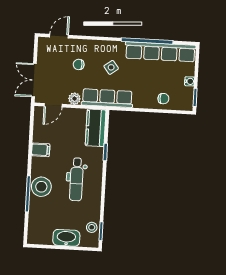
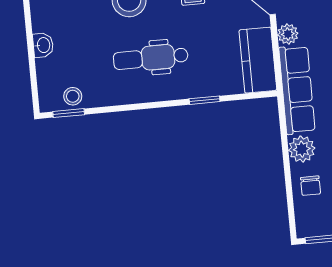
plant: (142, 100) -> (302, 149), added
kitchen counter: (96, 128) -> (258, 60), moved, turned -90
washbasin: (66, 238) -> (43, 45), width x0.52, depth x0.69

